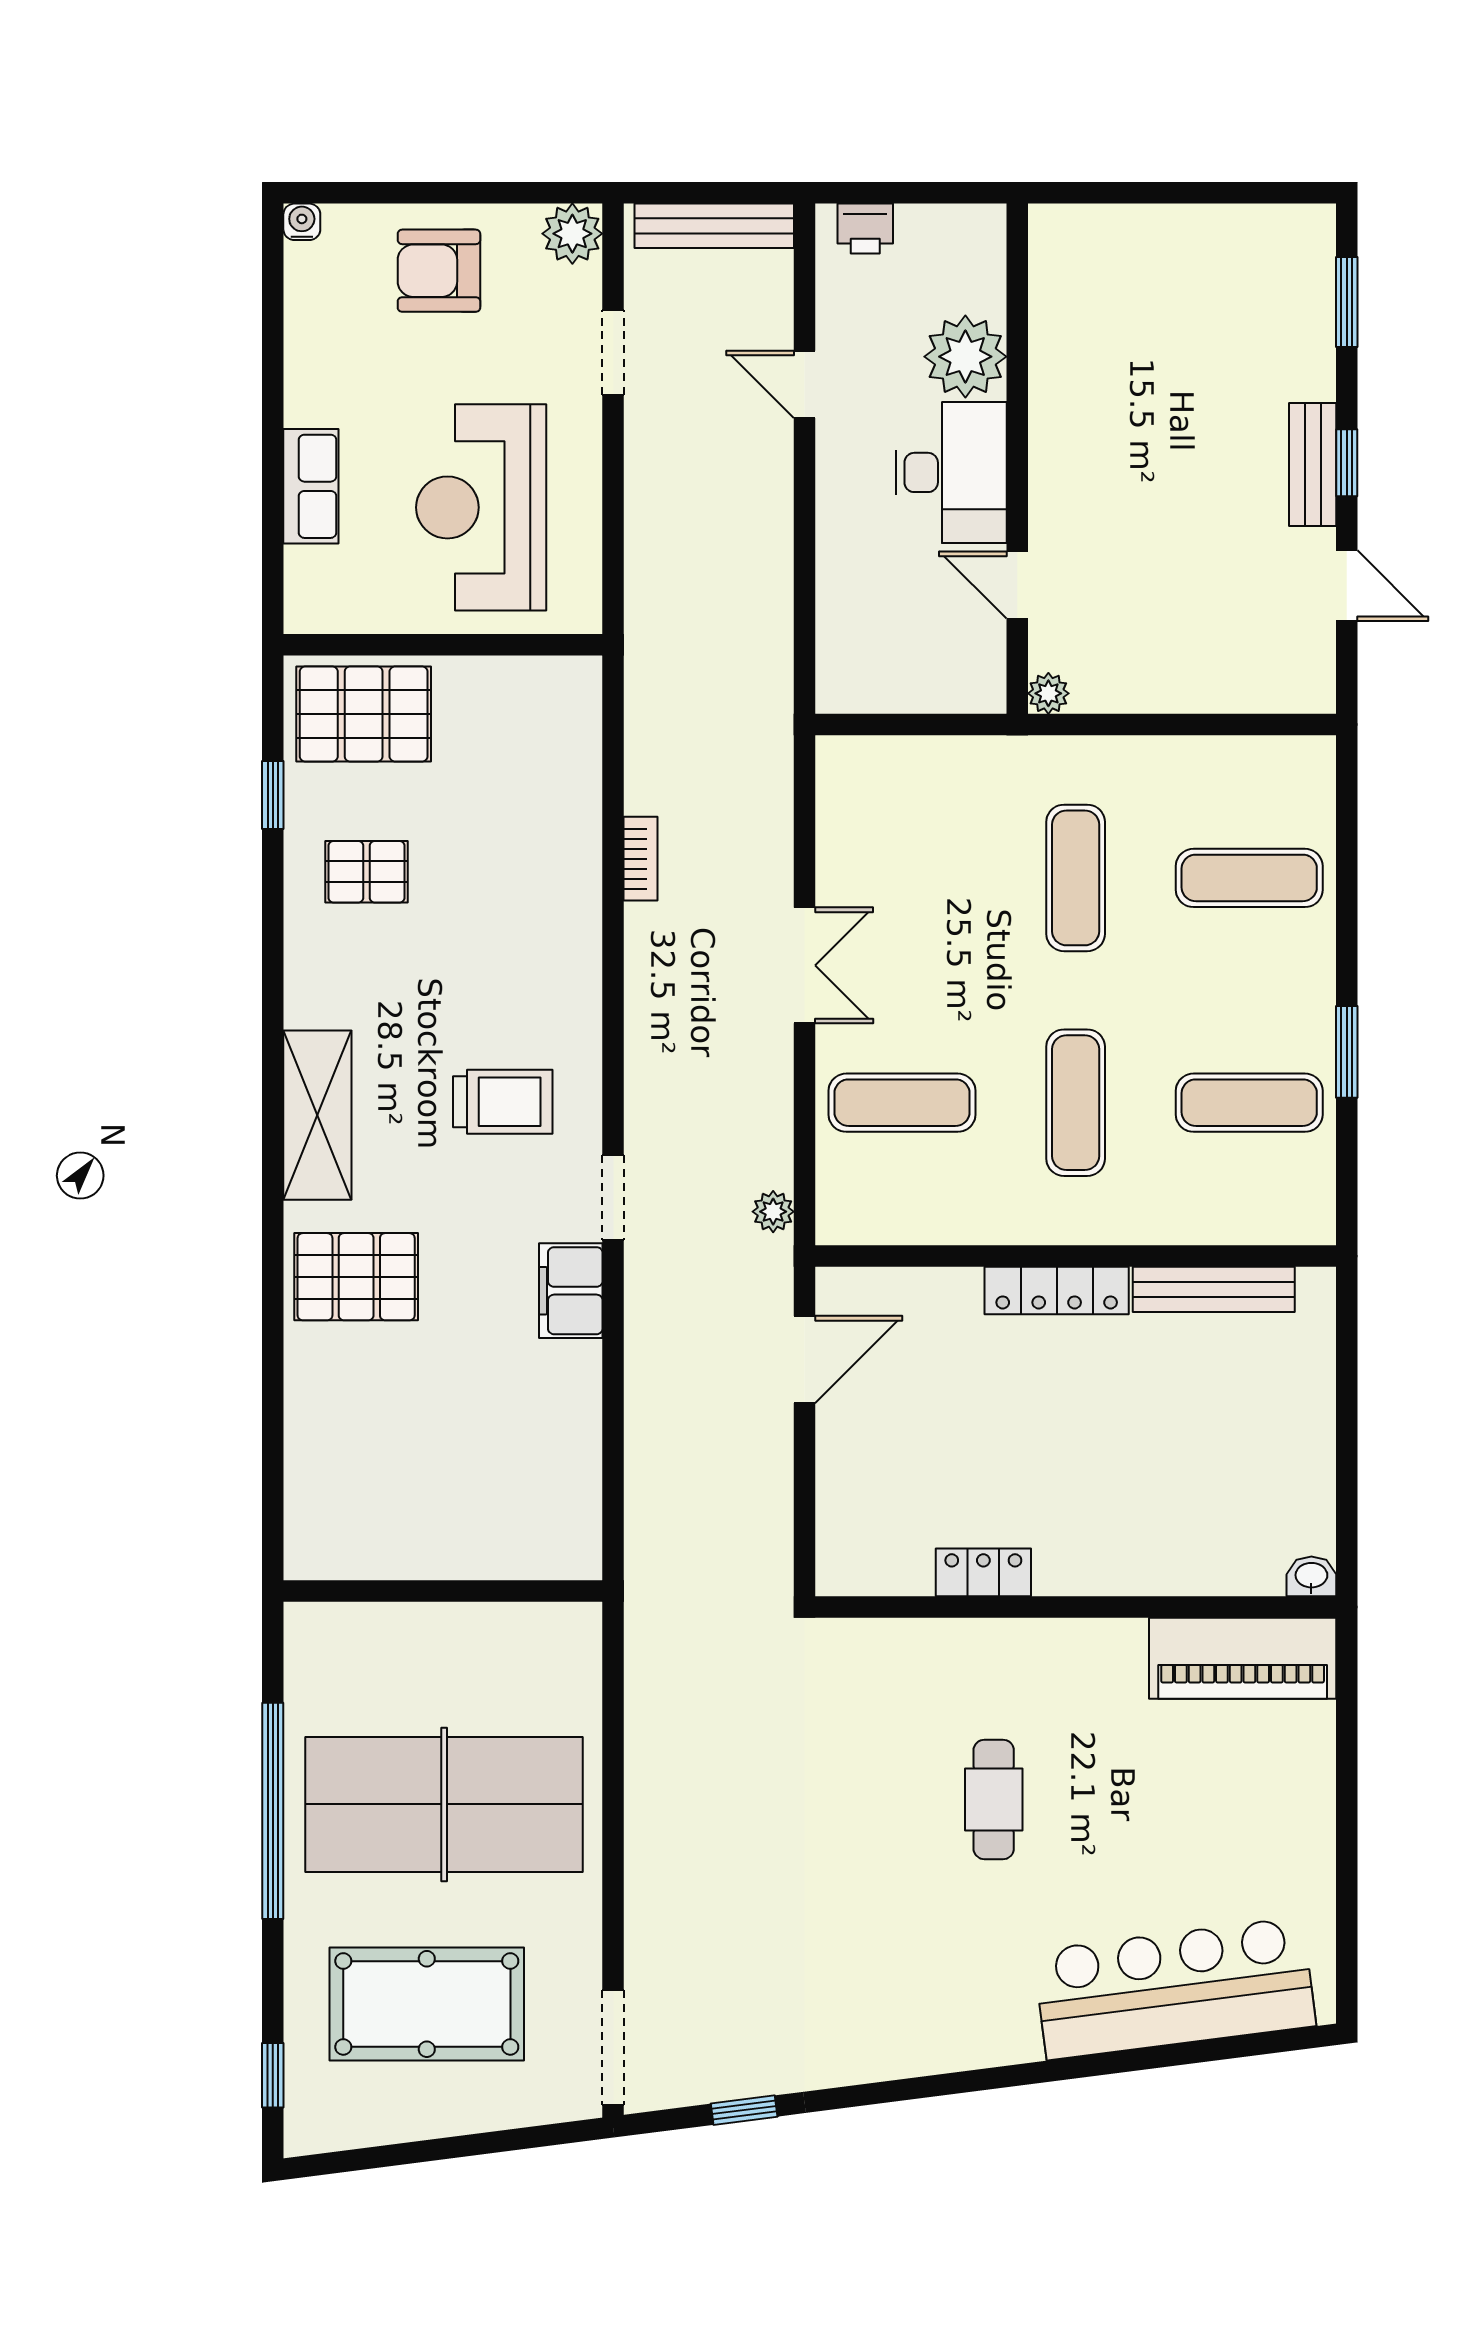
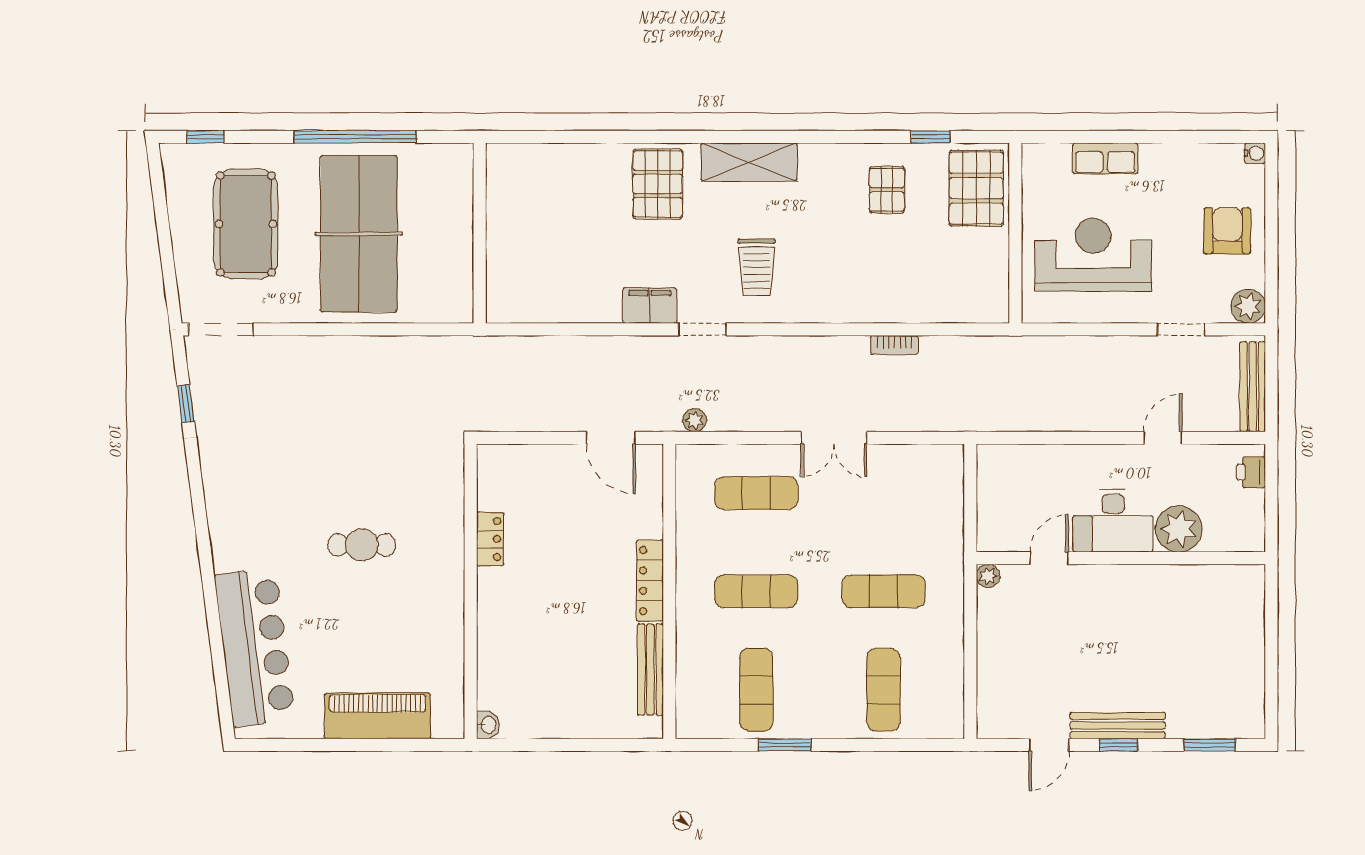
bench: (1313, 464) -> (1118, 726), width x1.36
exercise mat: (902, 1103) -> (756, 493), turned 90
piano: (1243, 1658) -> (378, 716), moved, turned 90

